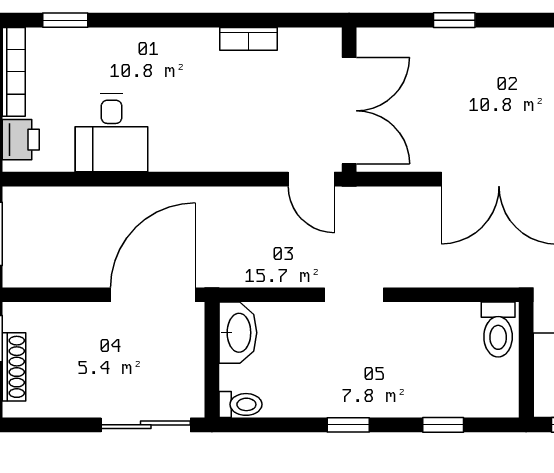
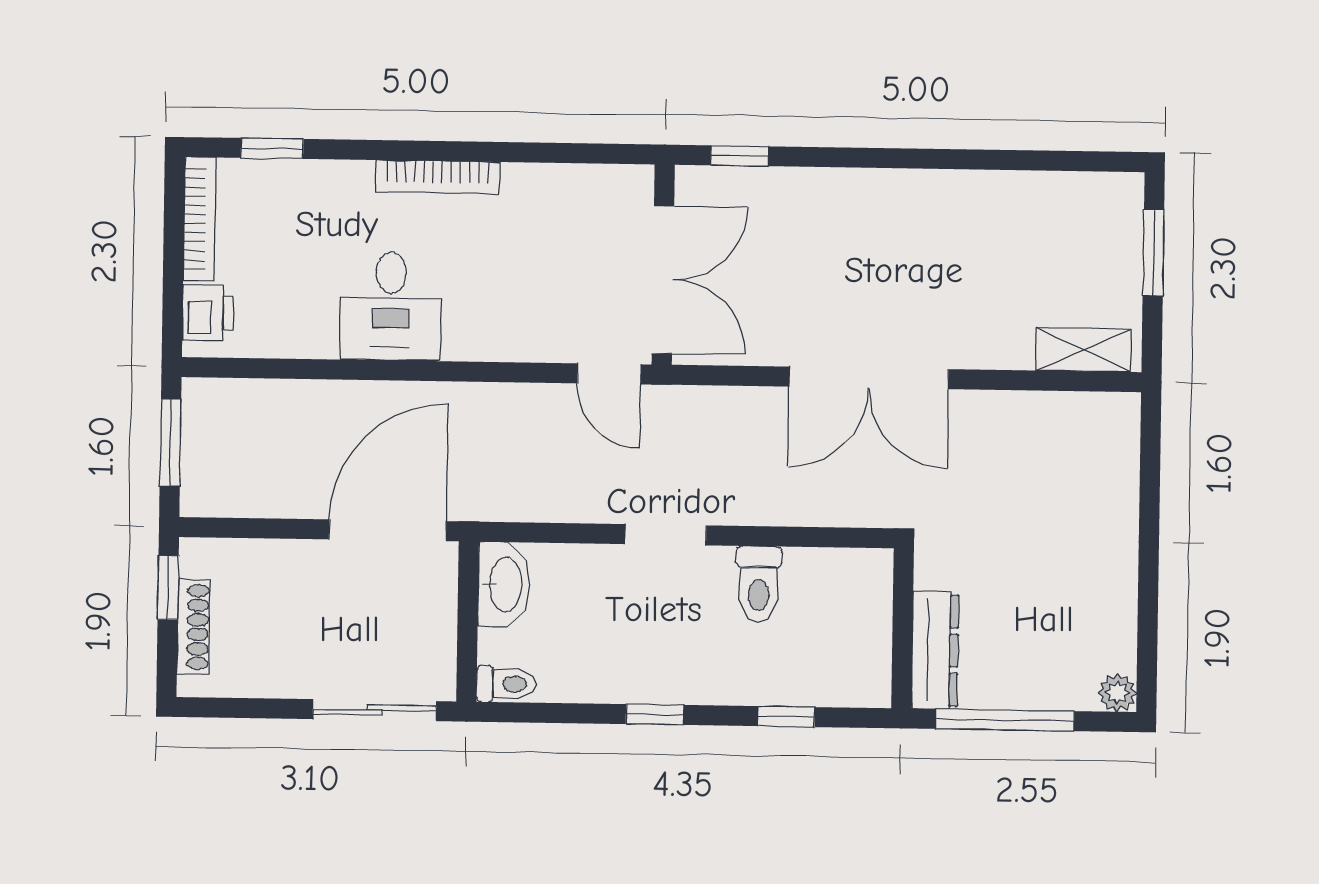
window: (454, 20) -> (740, 156), moved
bookcase: (249, 39) -> (438, 177), moved, width x1.56
desk: (112, 133) -> (391, 306), moved
toilet: (498, 330) -> (759, 584), moved

